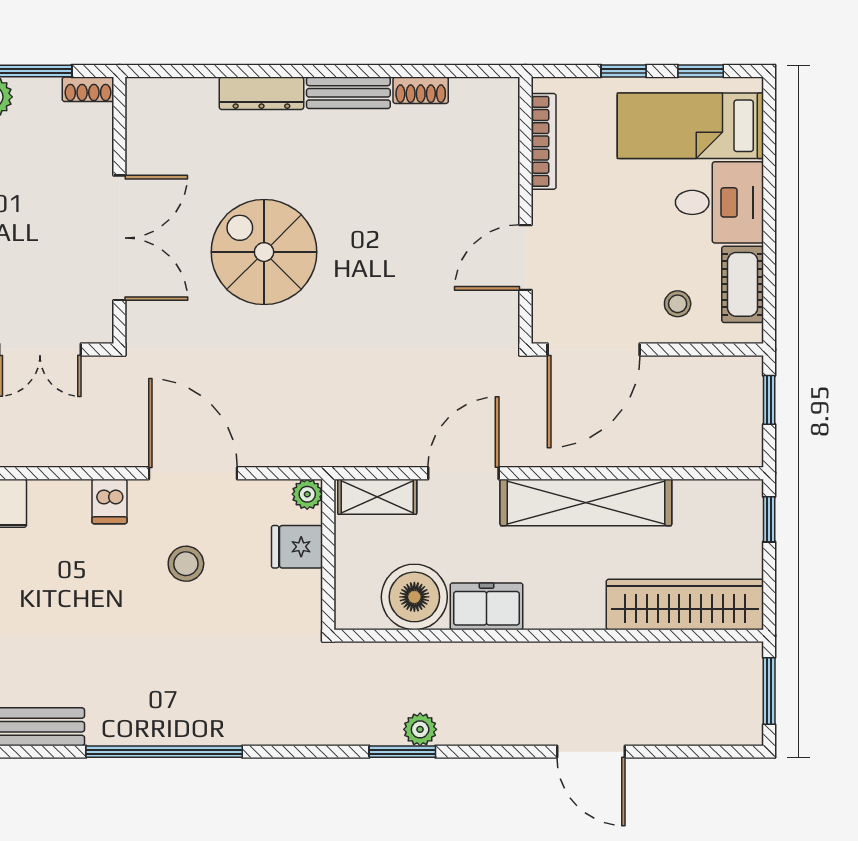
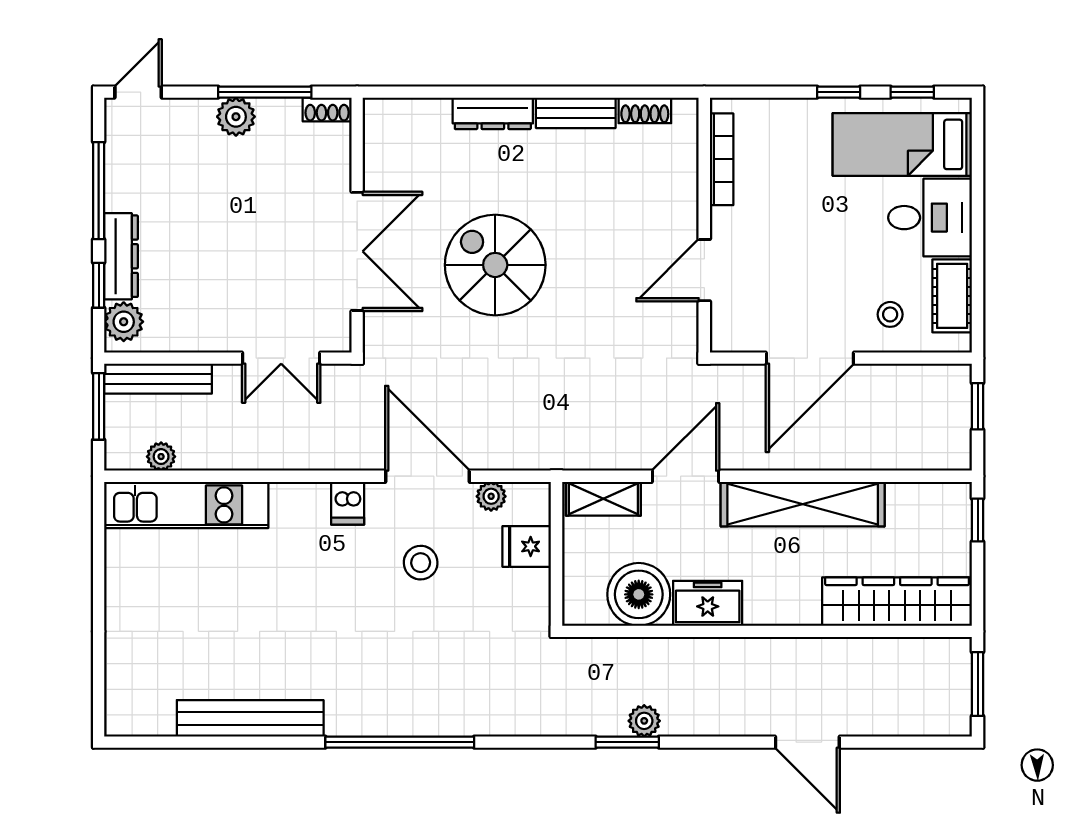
bookcase: (544, 141) -> (722, 159), moved
wall: (525, 210) -> (704, 225), moved
door: (525, 257) -> (704, 270), moved
plant: (307, 494) -> (491, 496), moved

